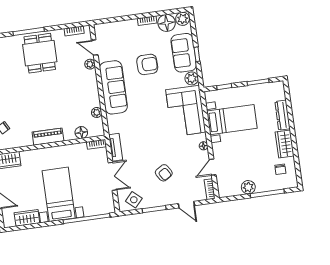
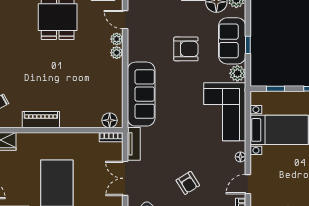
sofa: (113, 87) -> (141, 94), moved
plant: (97, 112) -> (117, 53), moved
floor lamp: (81, 133) -> (110, 120), moved
piano: (48, 137) -> (41, 120), moved
double door: (113, 176) -> (125, 178), swing flipped

